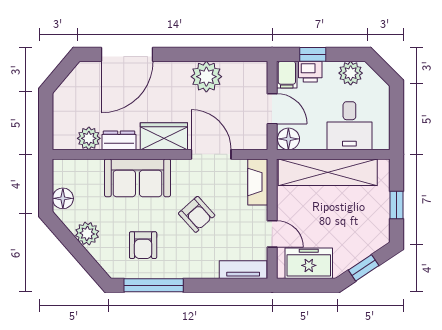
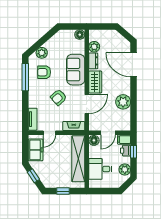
floor lamp: (63, 198) -> (80, 35), moved
plant: (87, 234) -> (42, 53), moved

